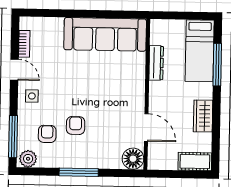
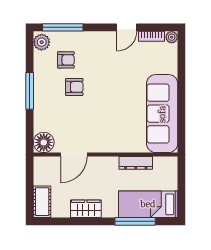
plant: (26, 23) -> (172, 37), added
side table: (32, 96) -> (102, 45), removed

